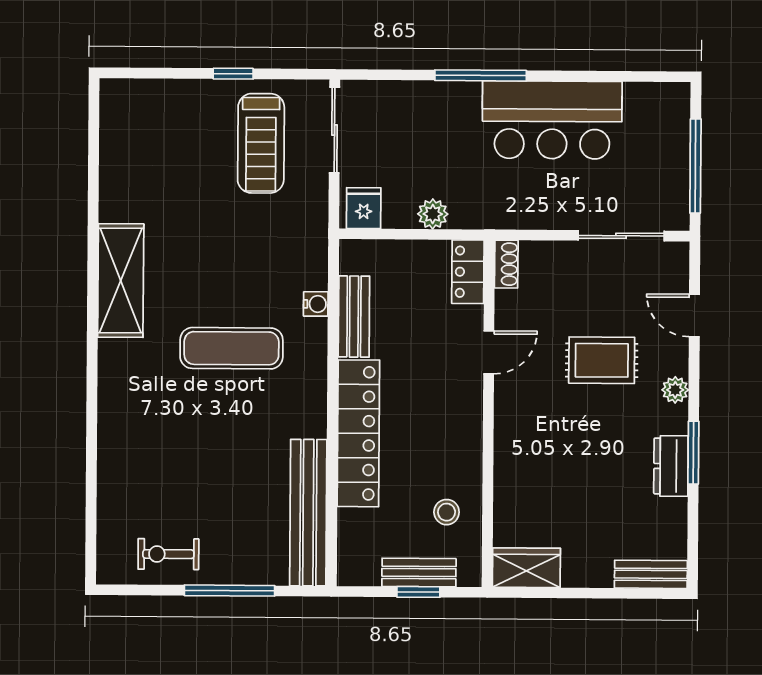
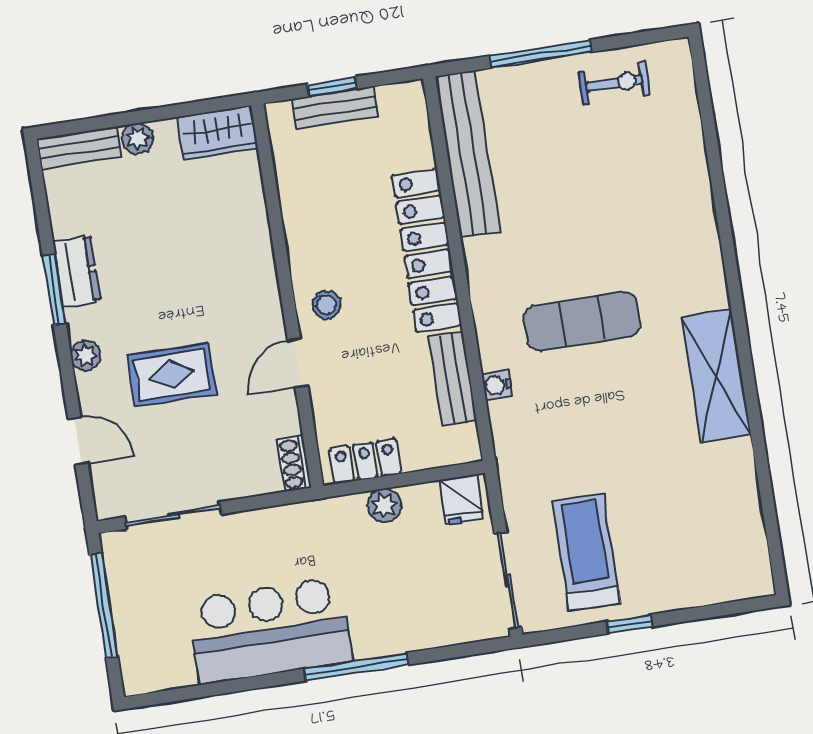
locker: (468, 272) -> (365, 461), moved, turned -90
stool: (447, 512) -> (326, 305), moved
plant: (598, 574) -> (138, 139), added

